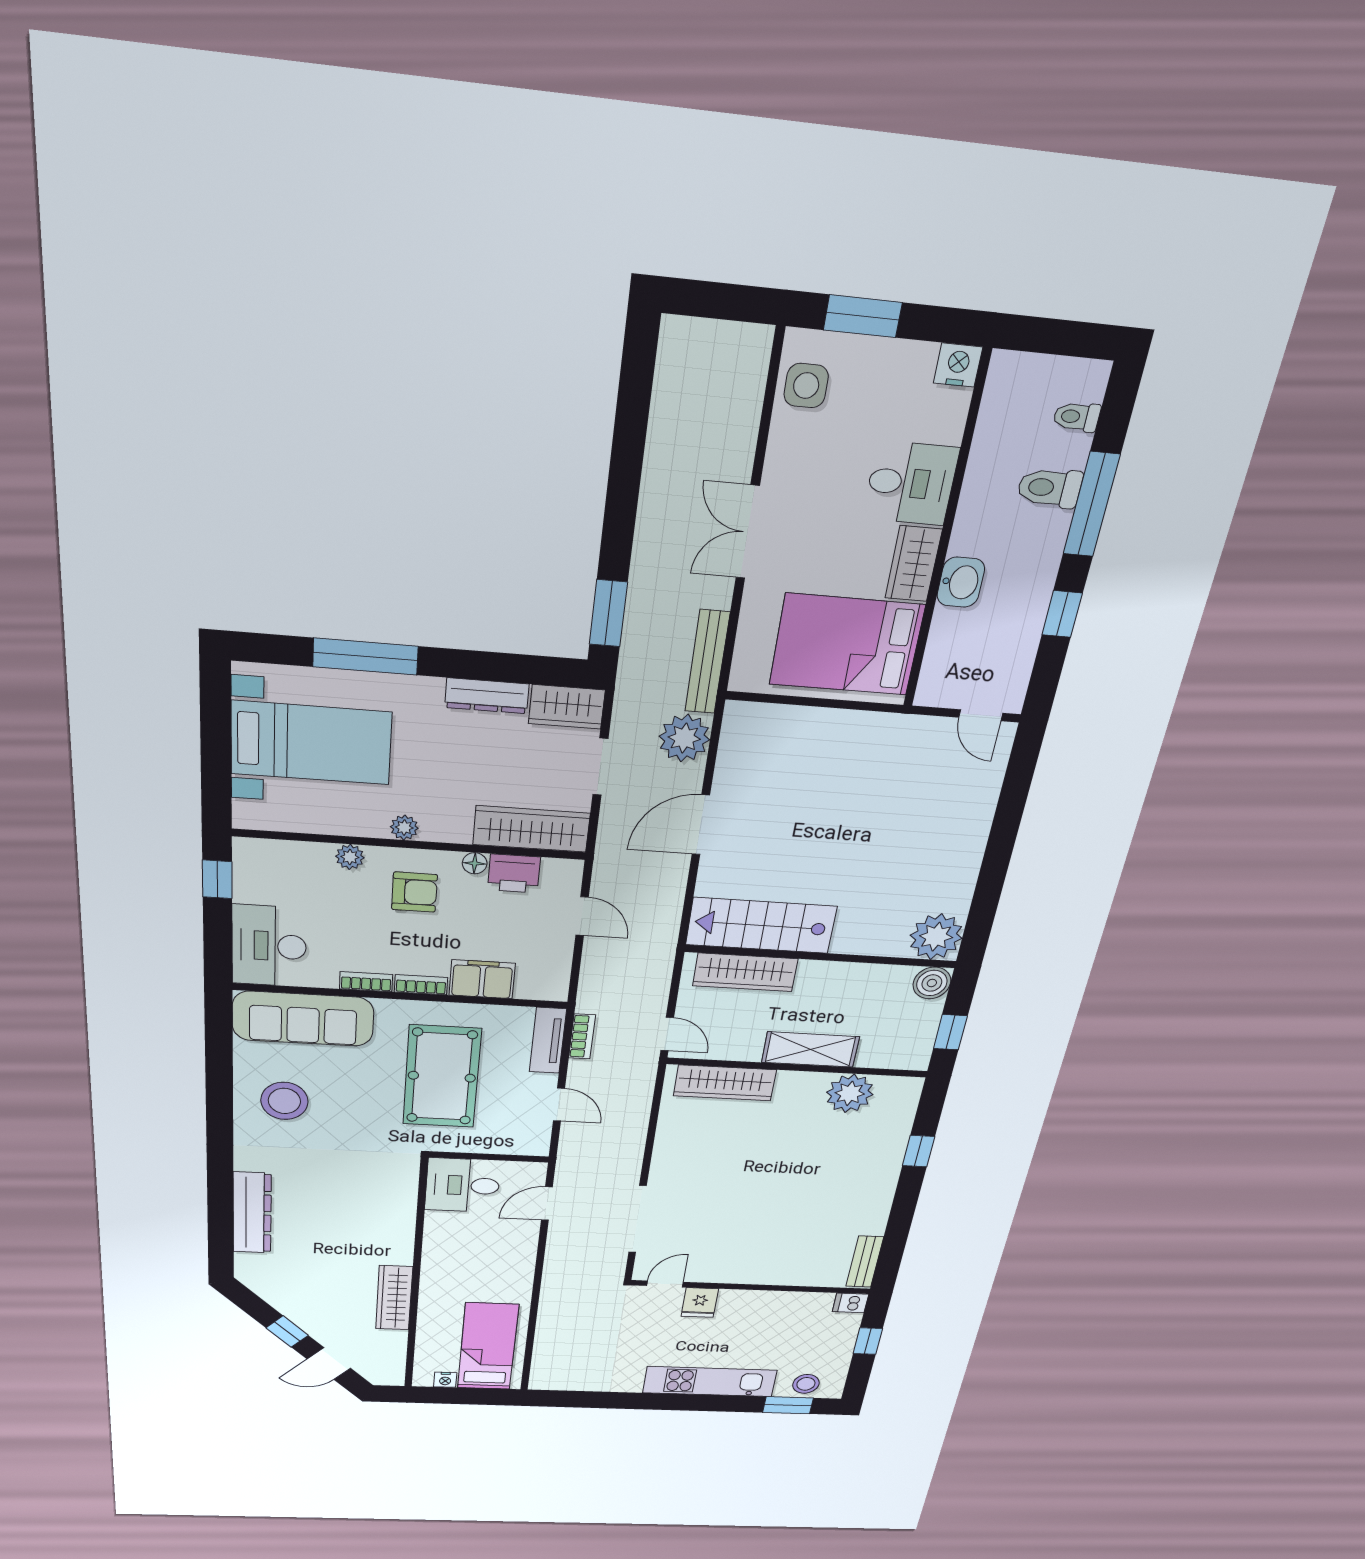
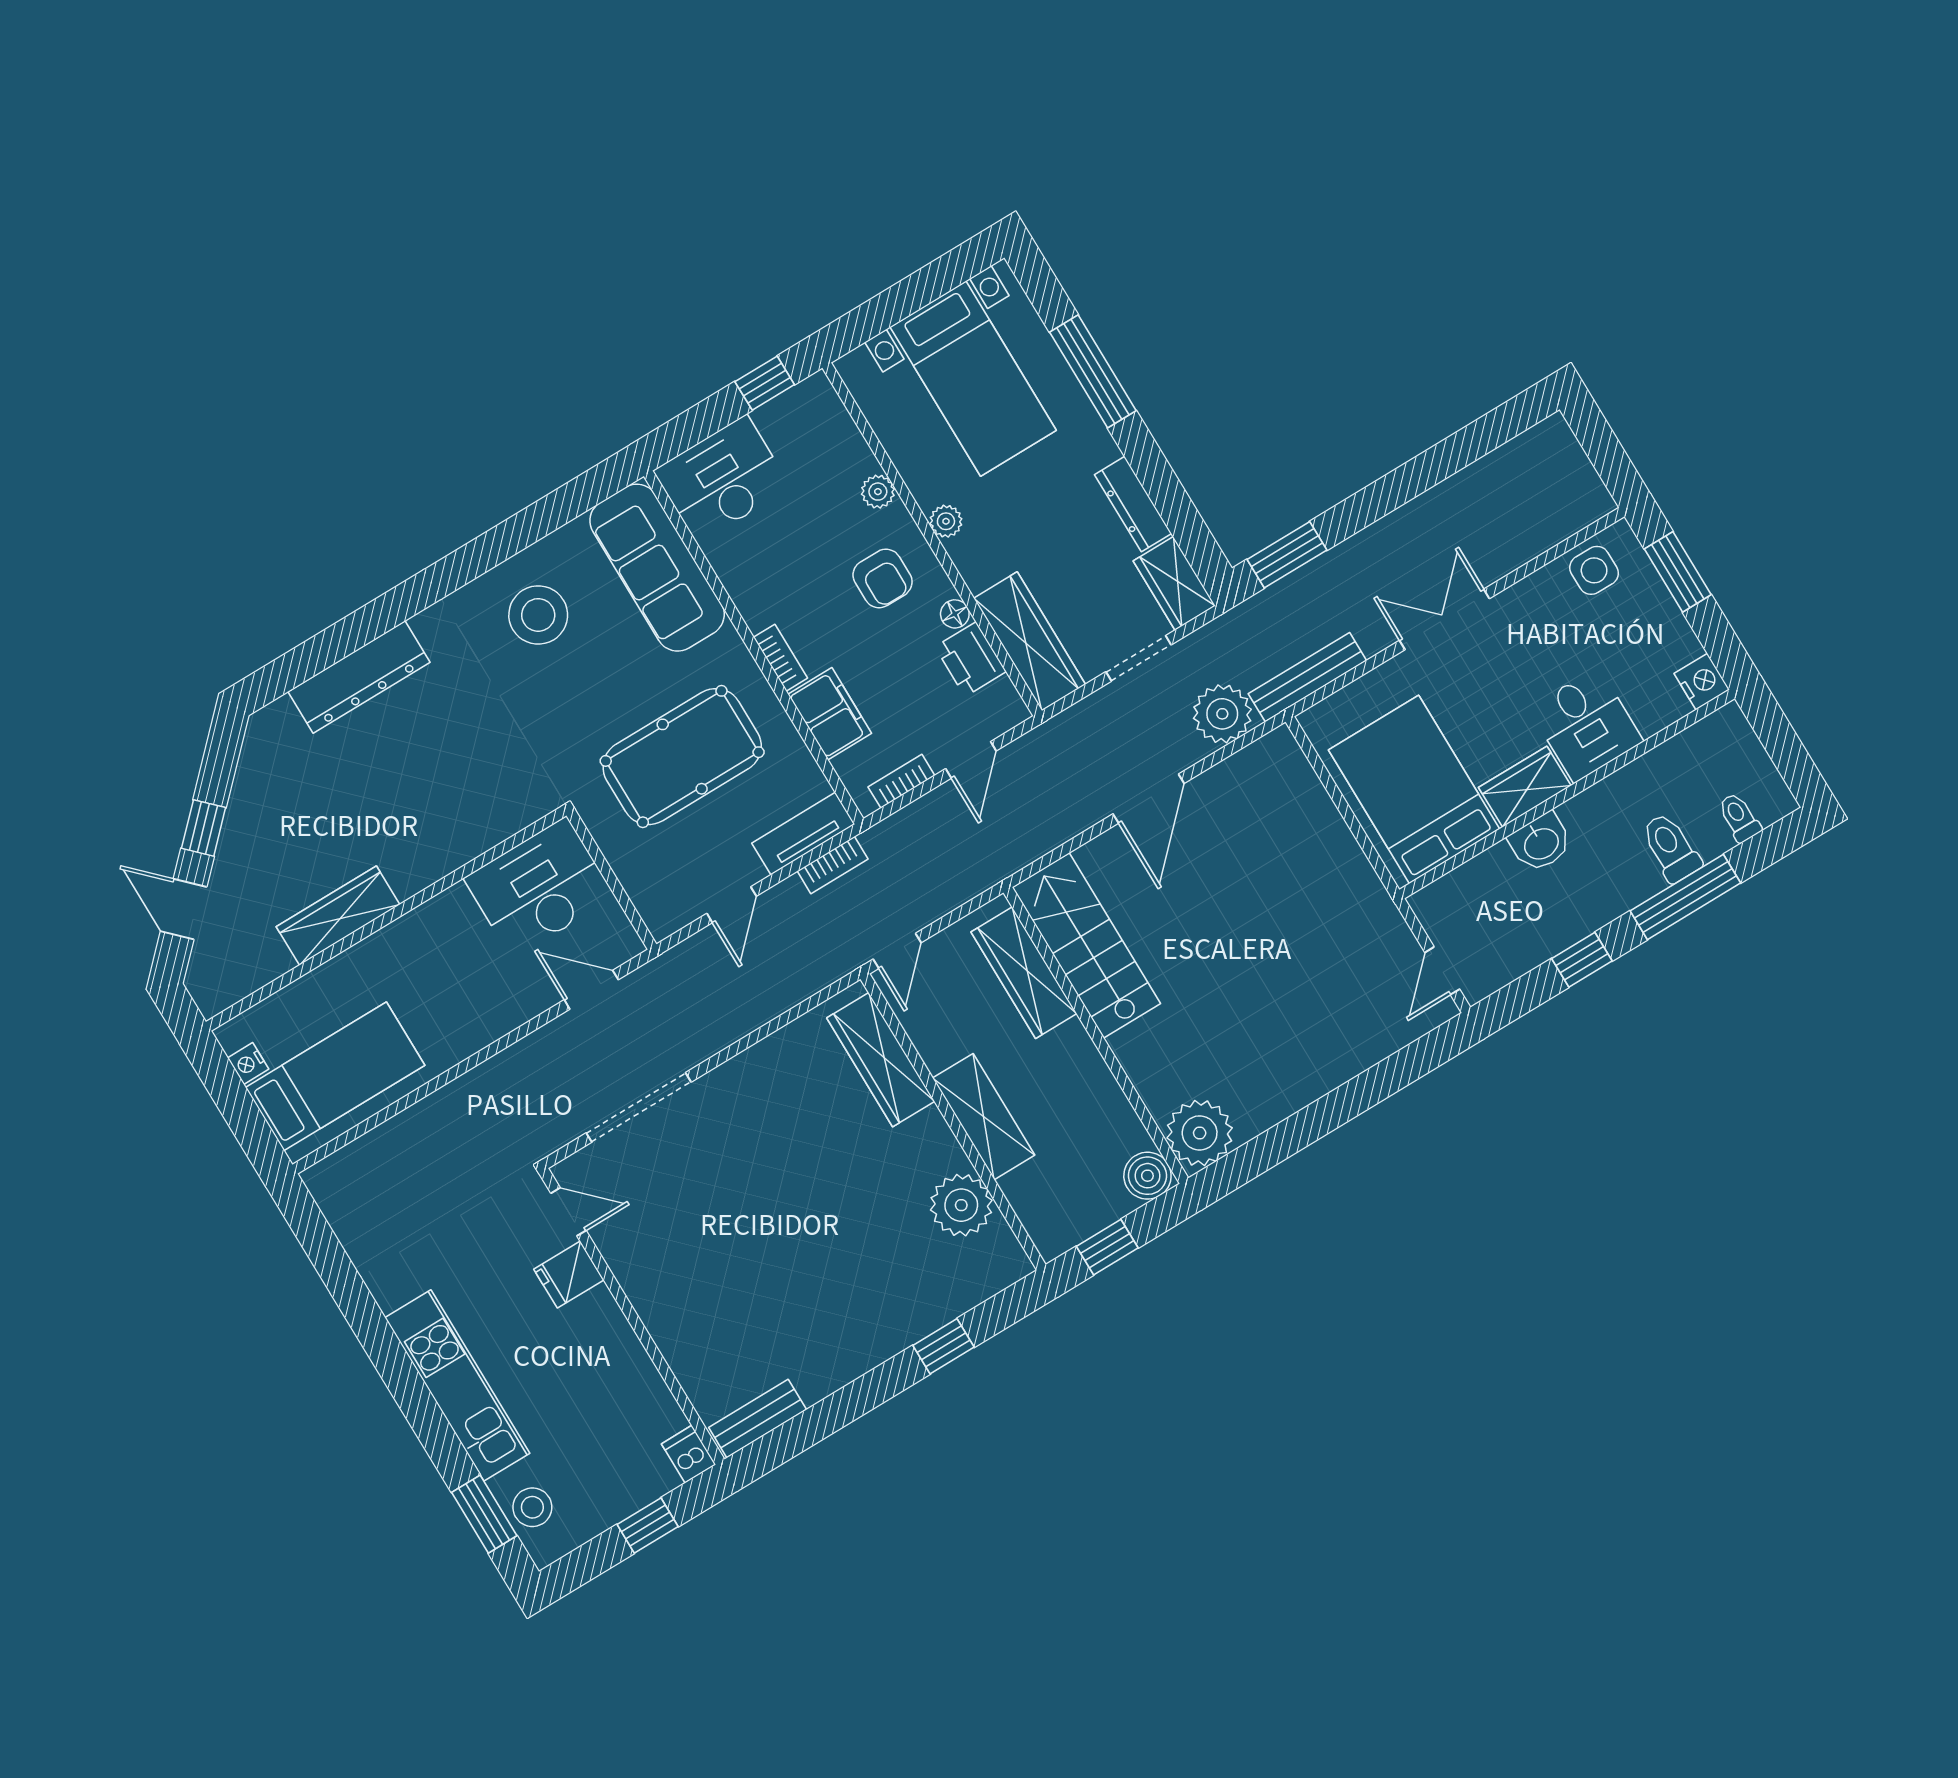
door: (701, 825) -> (1149, 799), swing flipped
bookcase: (366, 982) -> (901, 781), moved, turned -90
desk: (463, 1185) -> (539, 888), width x1.37

